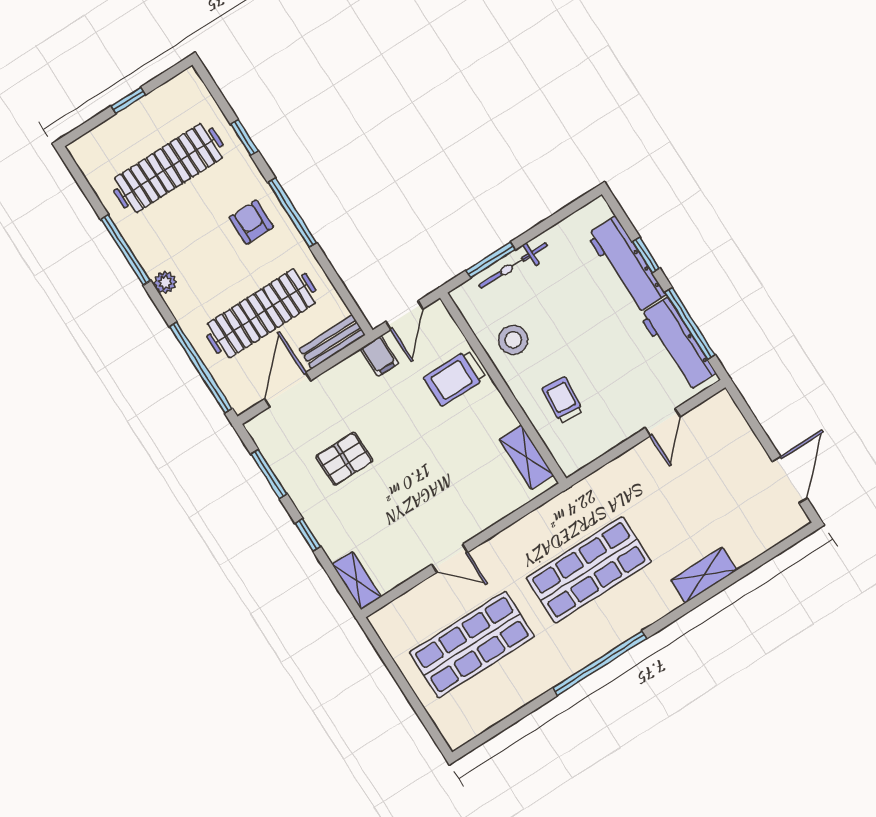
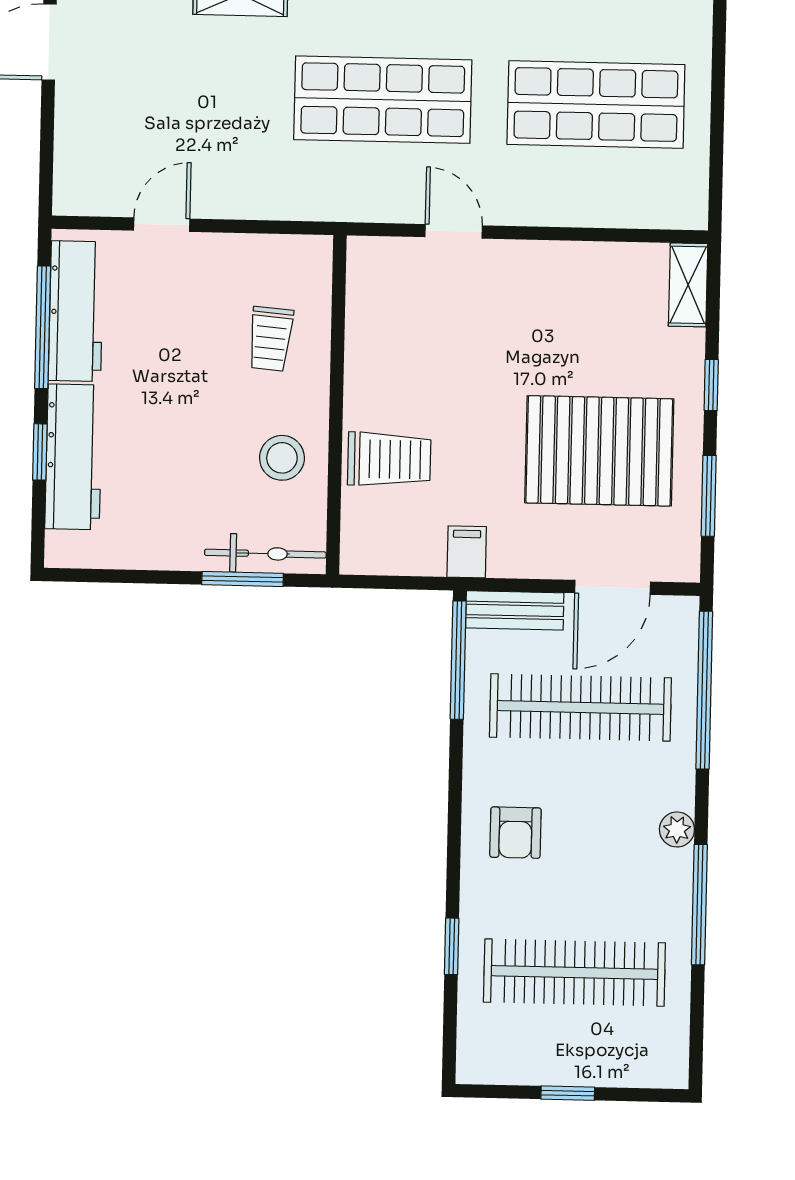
window: (292, 213) -> (458, 660), moved
bicycle: (513, 266) -> (265, 554), moved
door: (404, 315) -> (400, 583), removed
shelving: (526, 457) -> (366, 297), removed
pallet: (344, 459) -> (599, 451), width x2.05, depth x2.00
door: (450, 558) -> (454, 231), moved

